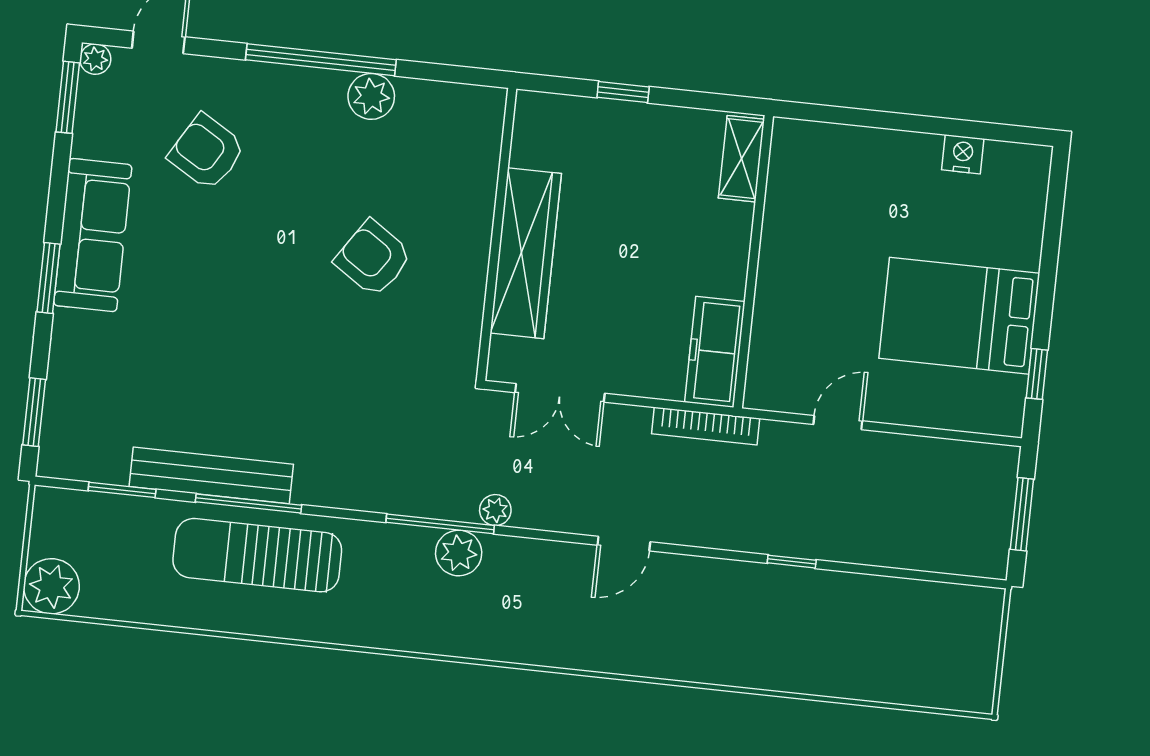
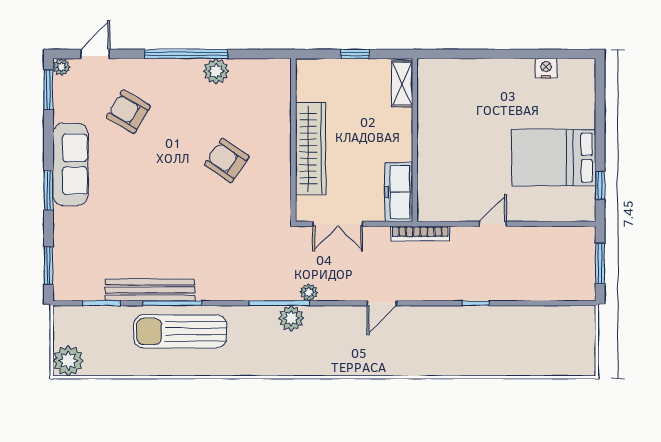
shelving: (742, 159) -> (402, 84), moved
wall: (753, 262) -> (415, 140), moved
freezer: (715, 352) -> (399, 192), moved

